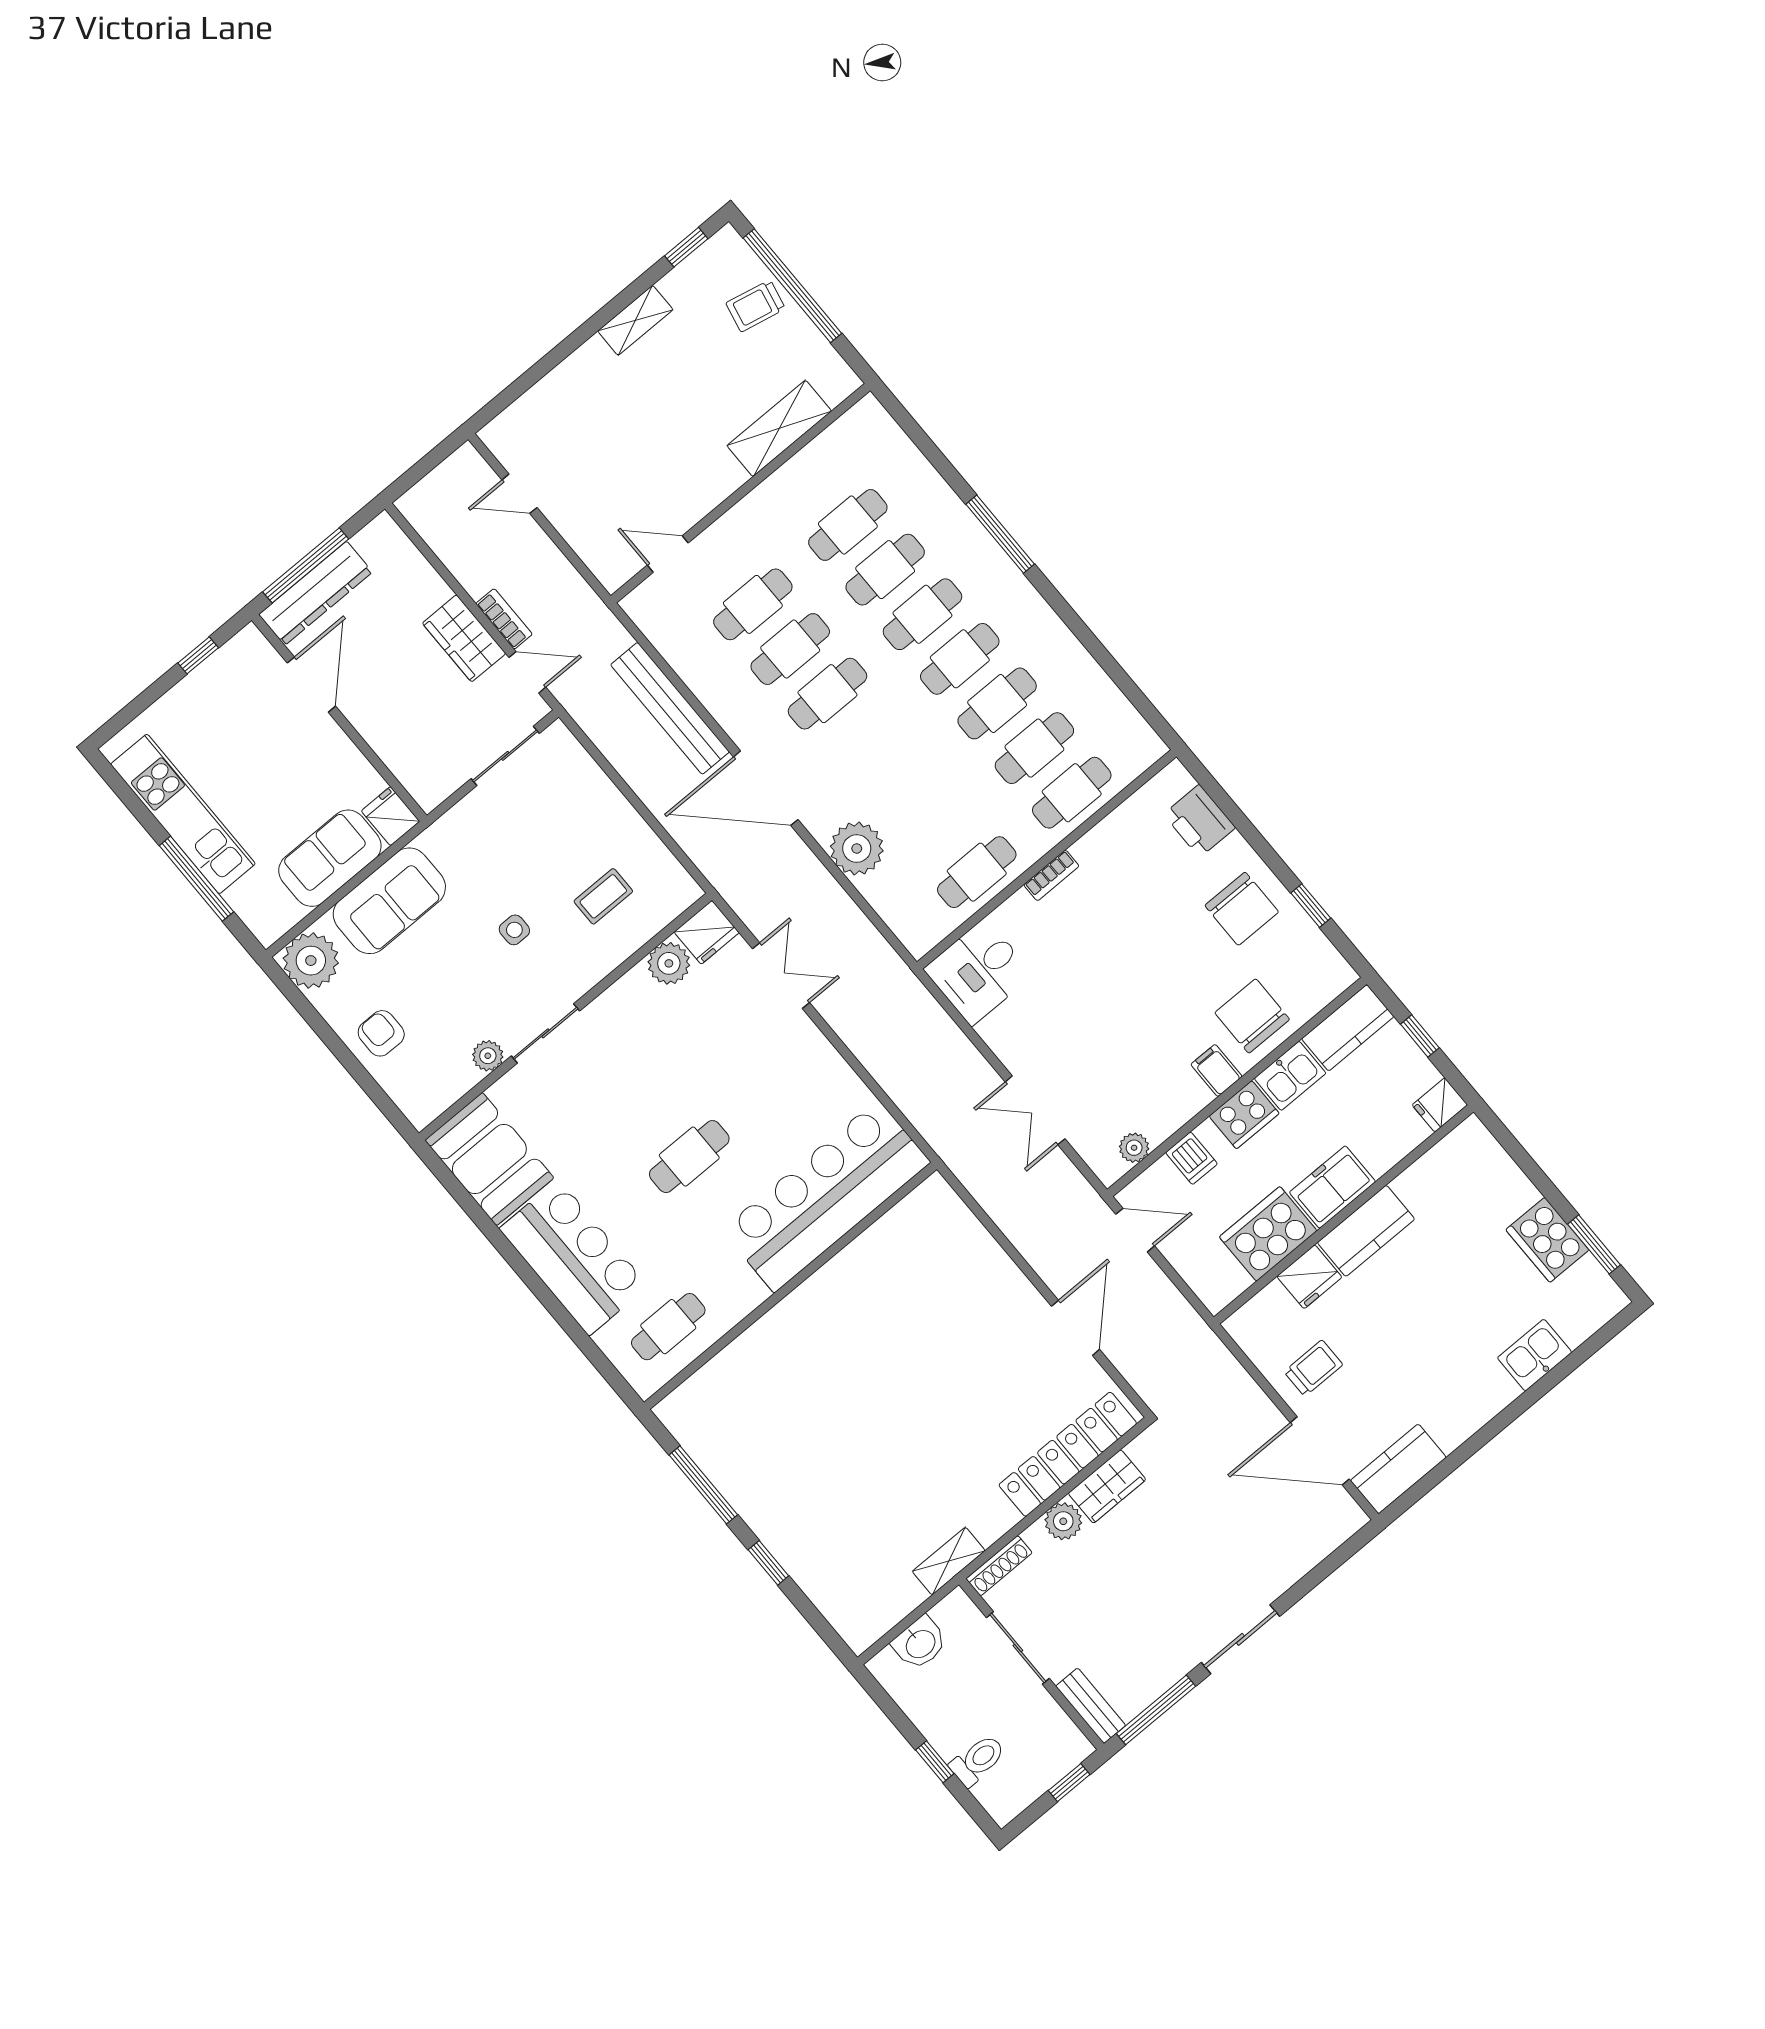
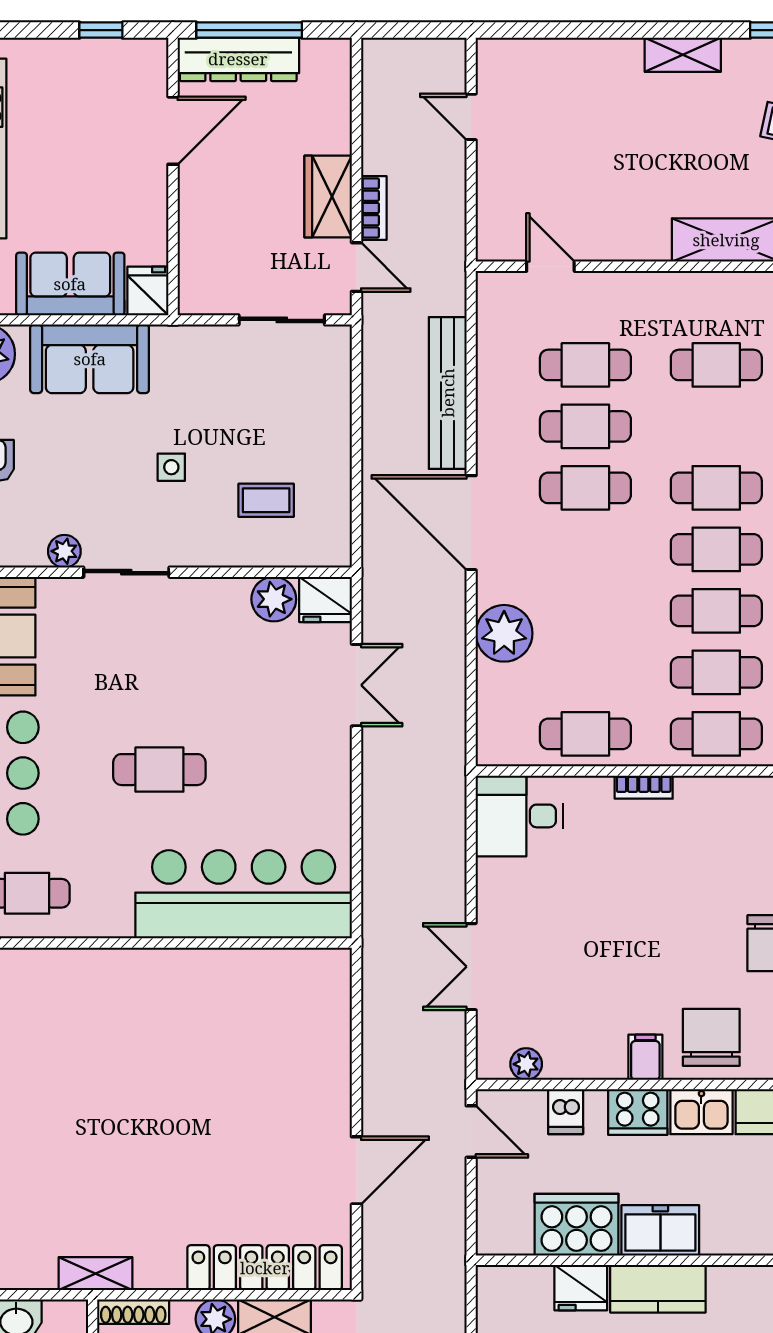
cafe table: (885, 570) -> (716, 426), removed

